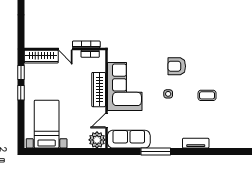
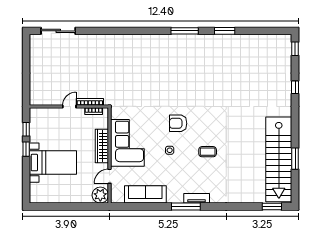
door: (65, 49) -> (69, 106), swing flipped
wardrobe: (41, 57) -> (46, 114), removed
bed with nightstands: (47, 124) -> (53, 163), moved, turned 90
sofa: (129, 139) -> (145, 194), moved
window: (156, 152) -> (186, 206), moved

